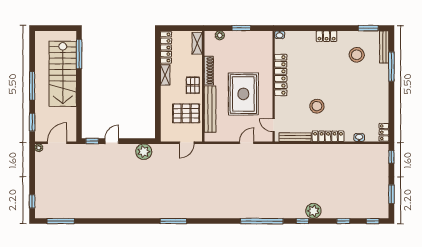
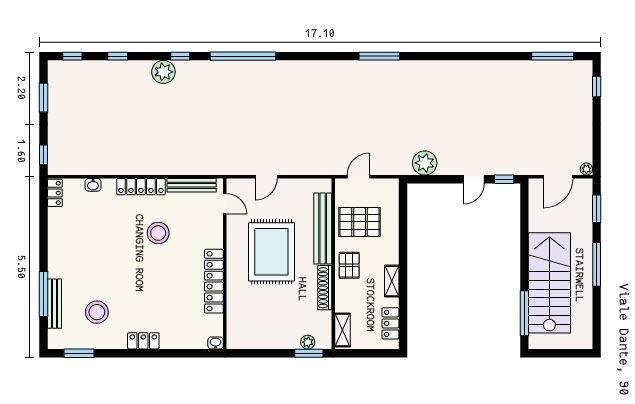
window: (241, 28) -> (309, 353), moved
locker: (166, 47) -> (390, 323), width x0.66
bench: (384, 47) -> (55, 304), moved

